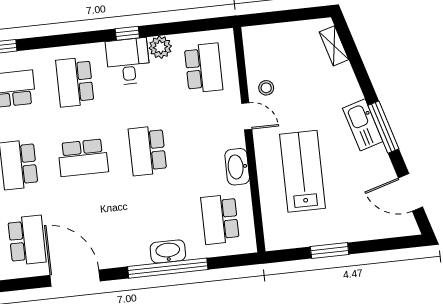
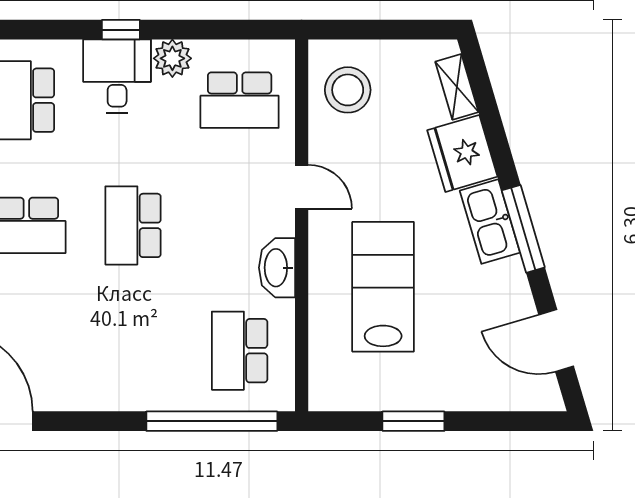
school desk: (204, 68) -> (240, 100), turned 90
fridge: (342, 86) -> (462, 153), added
stool: (266, 88) -> (348, 90), moved, width x1.89, depth x1.89
washbasin: (168, 251) -> (149, 394), removed
window: (168, 268) -> (212, 421), moved

